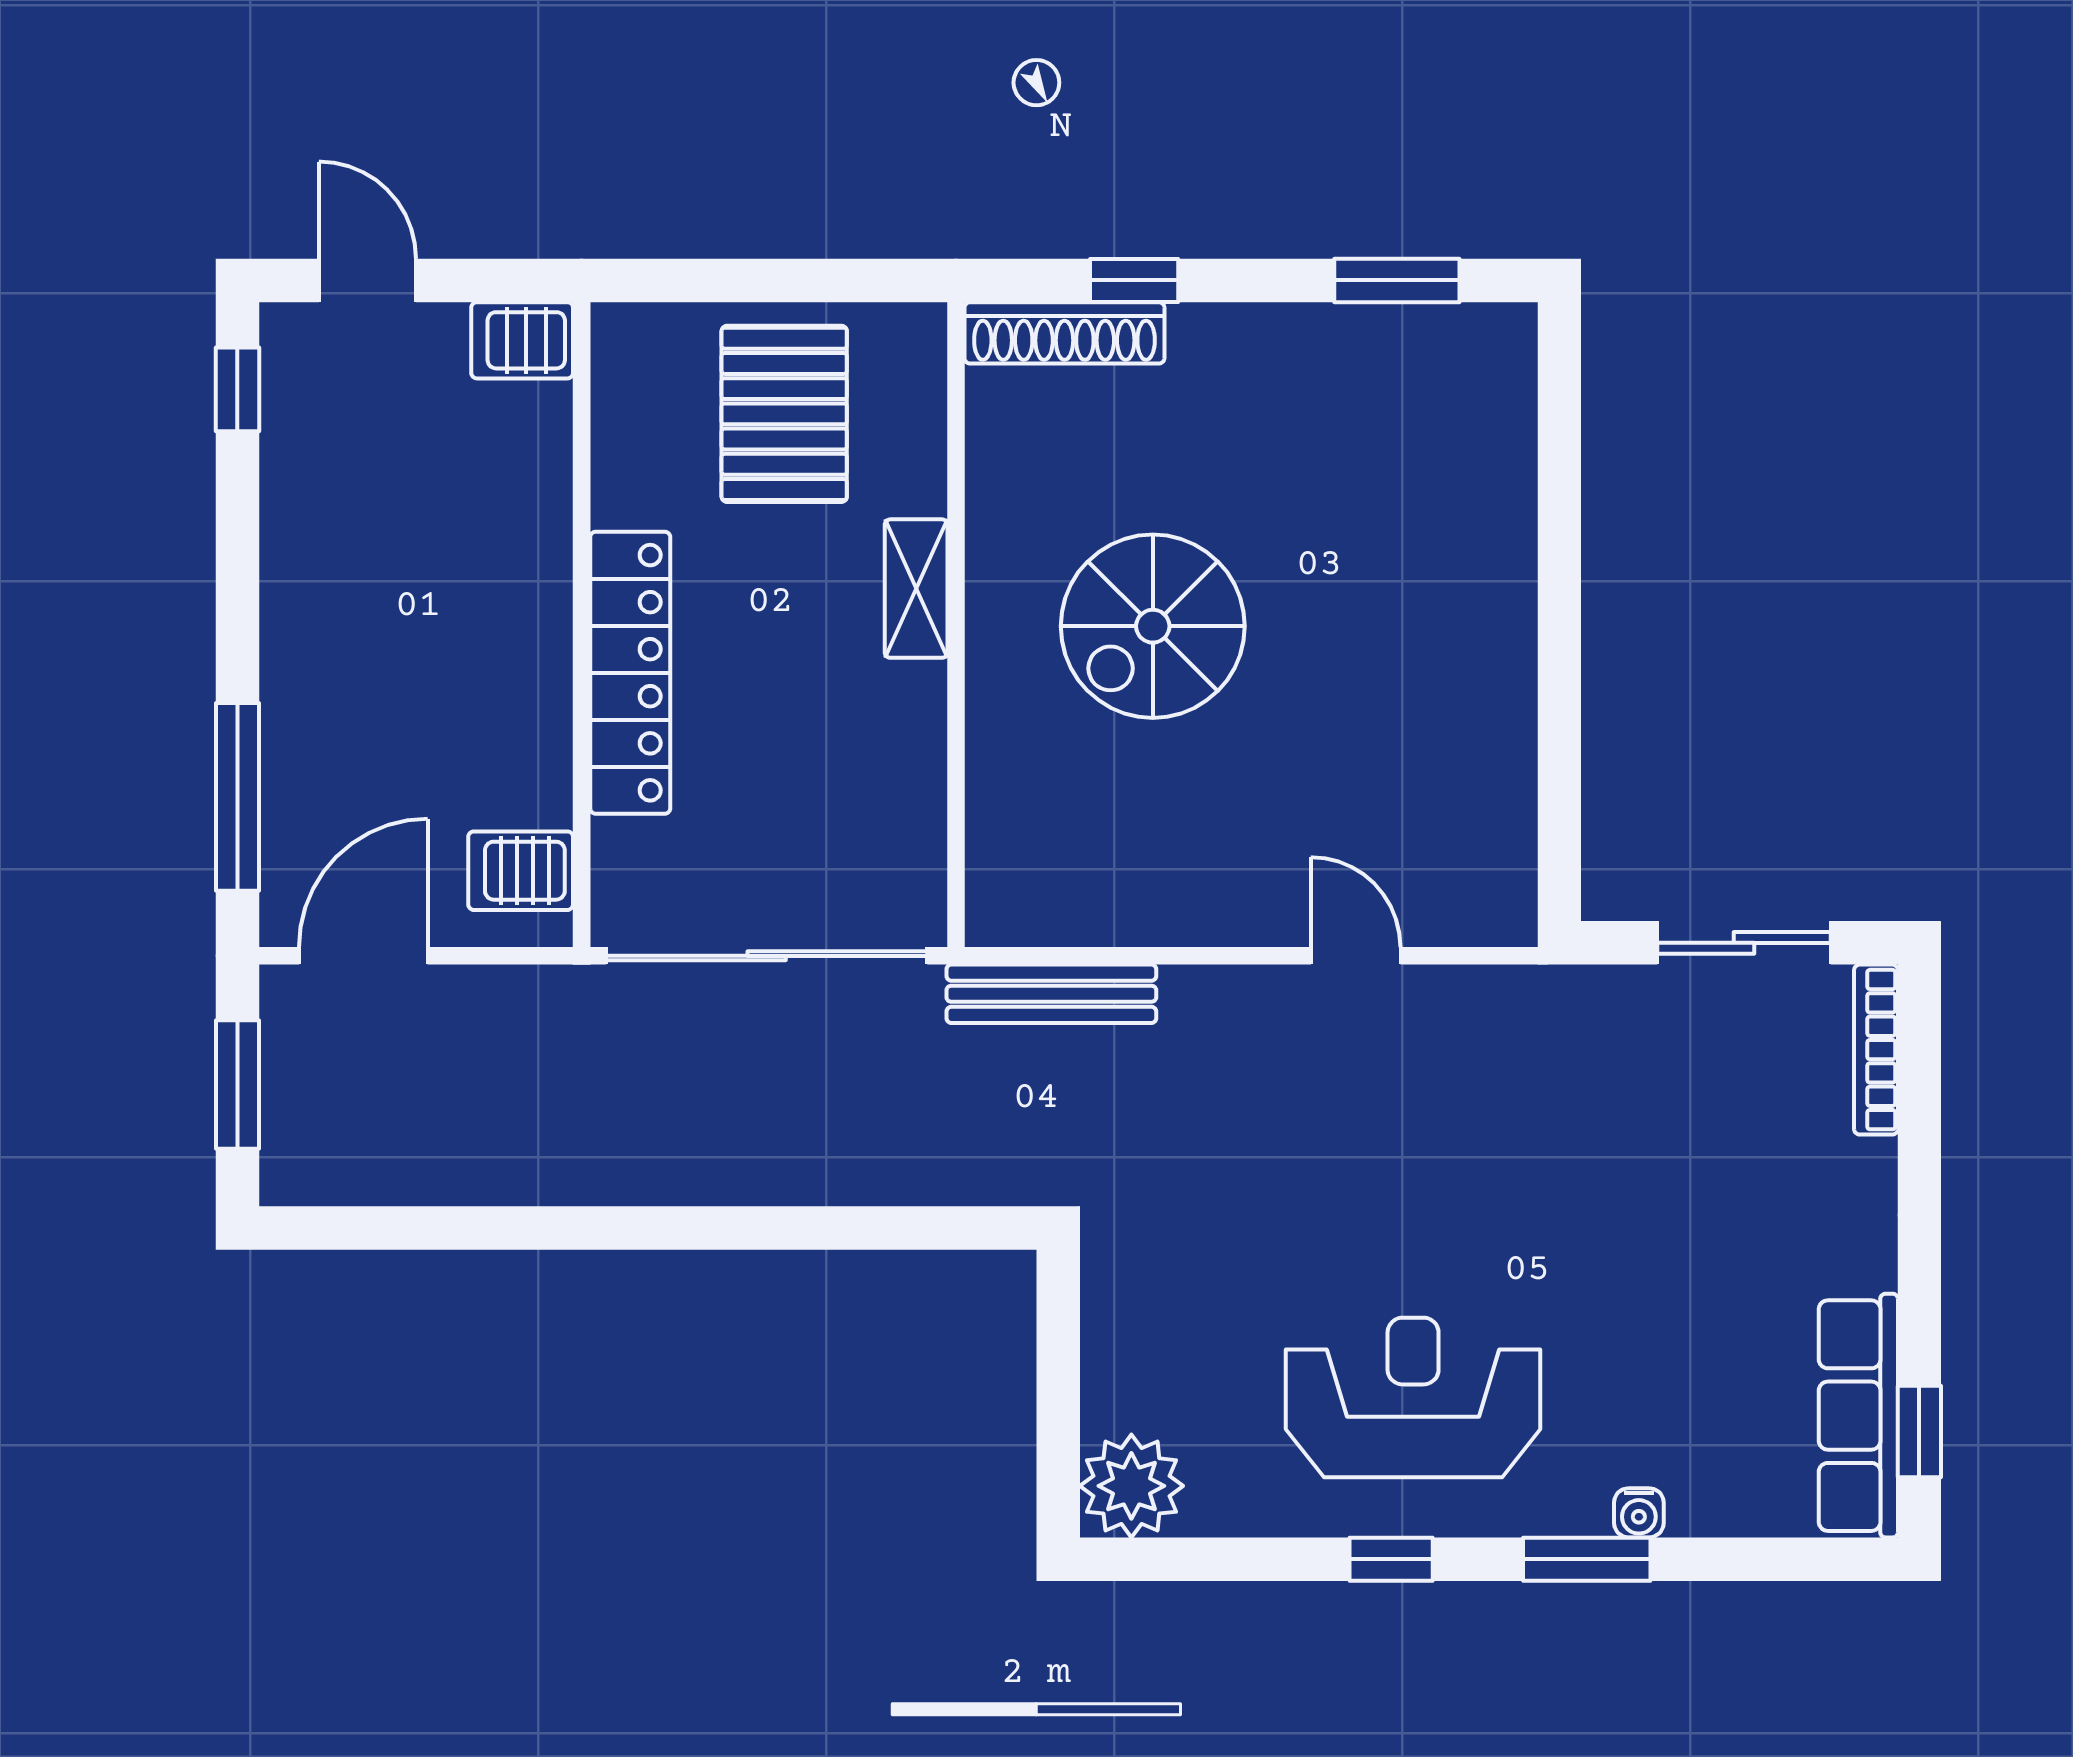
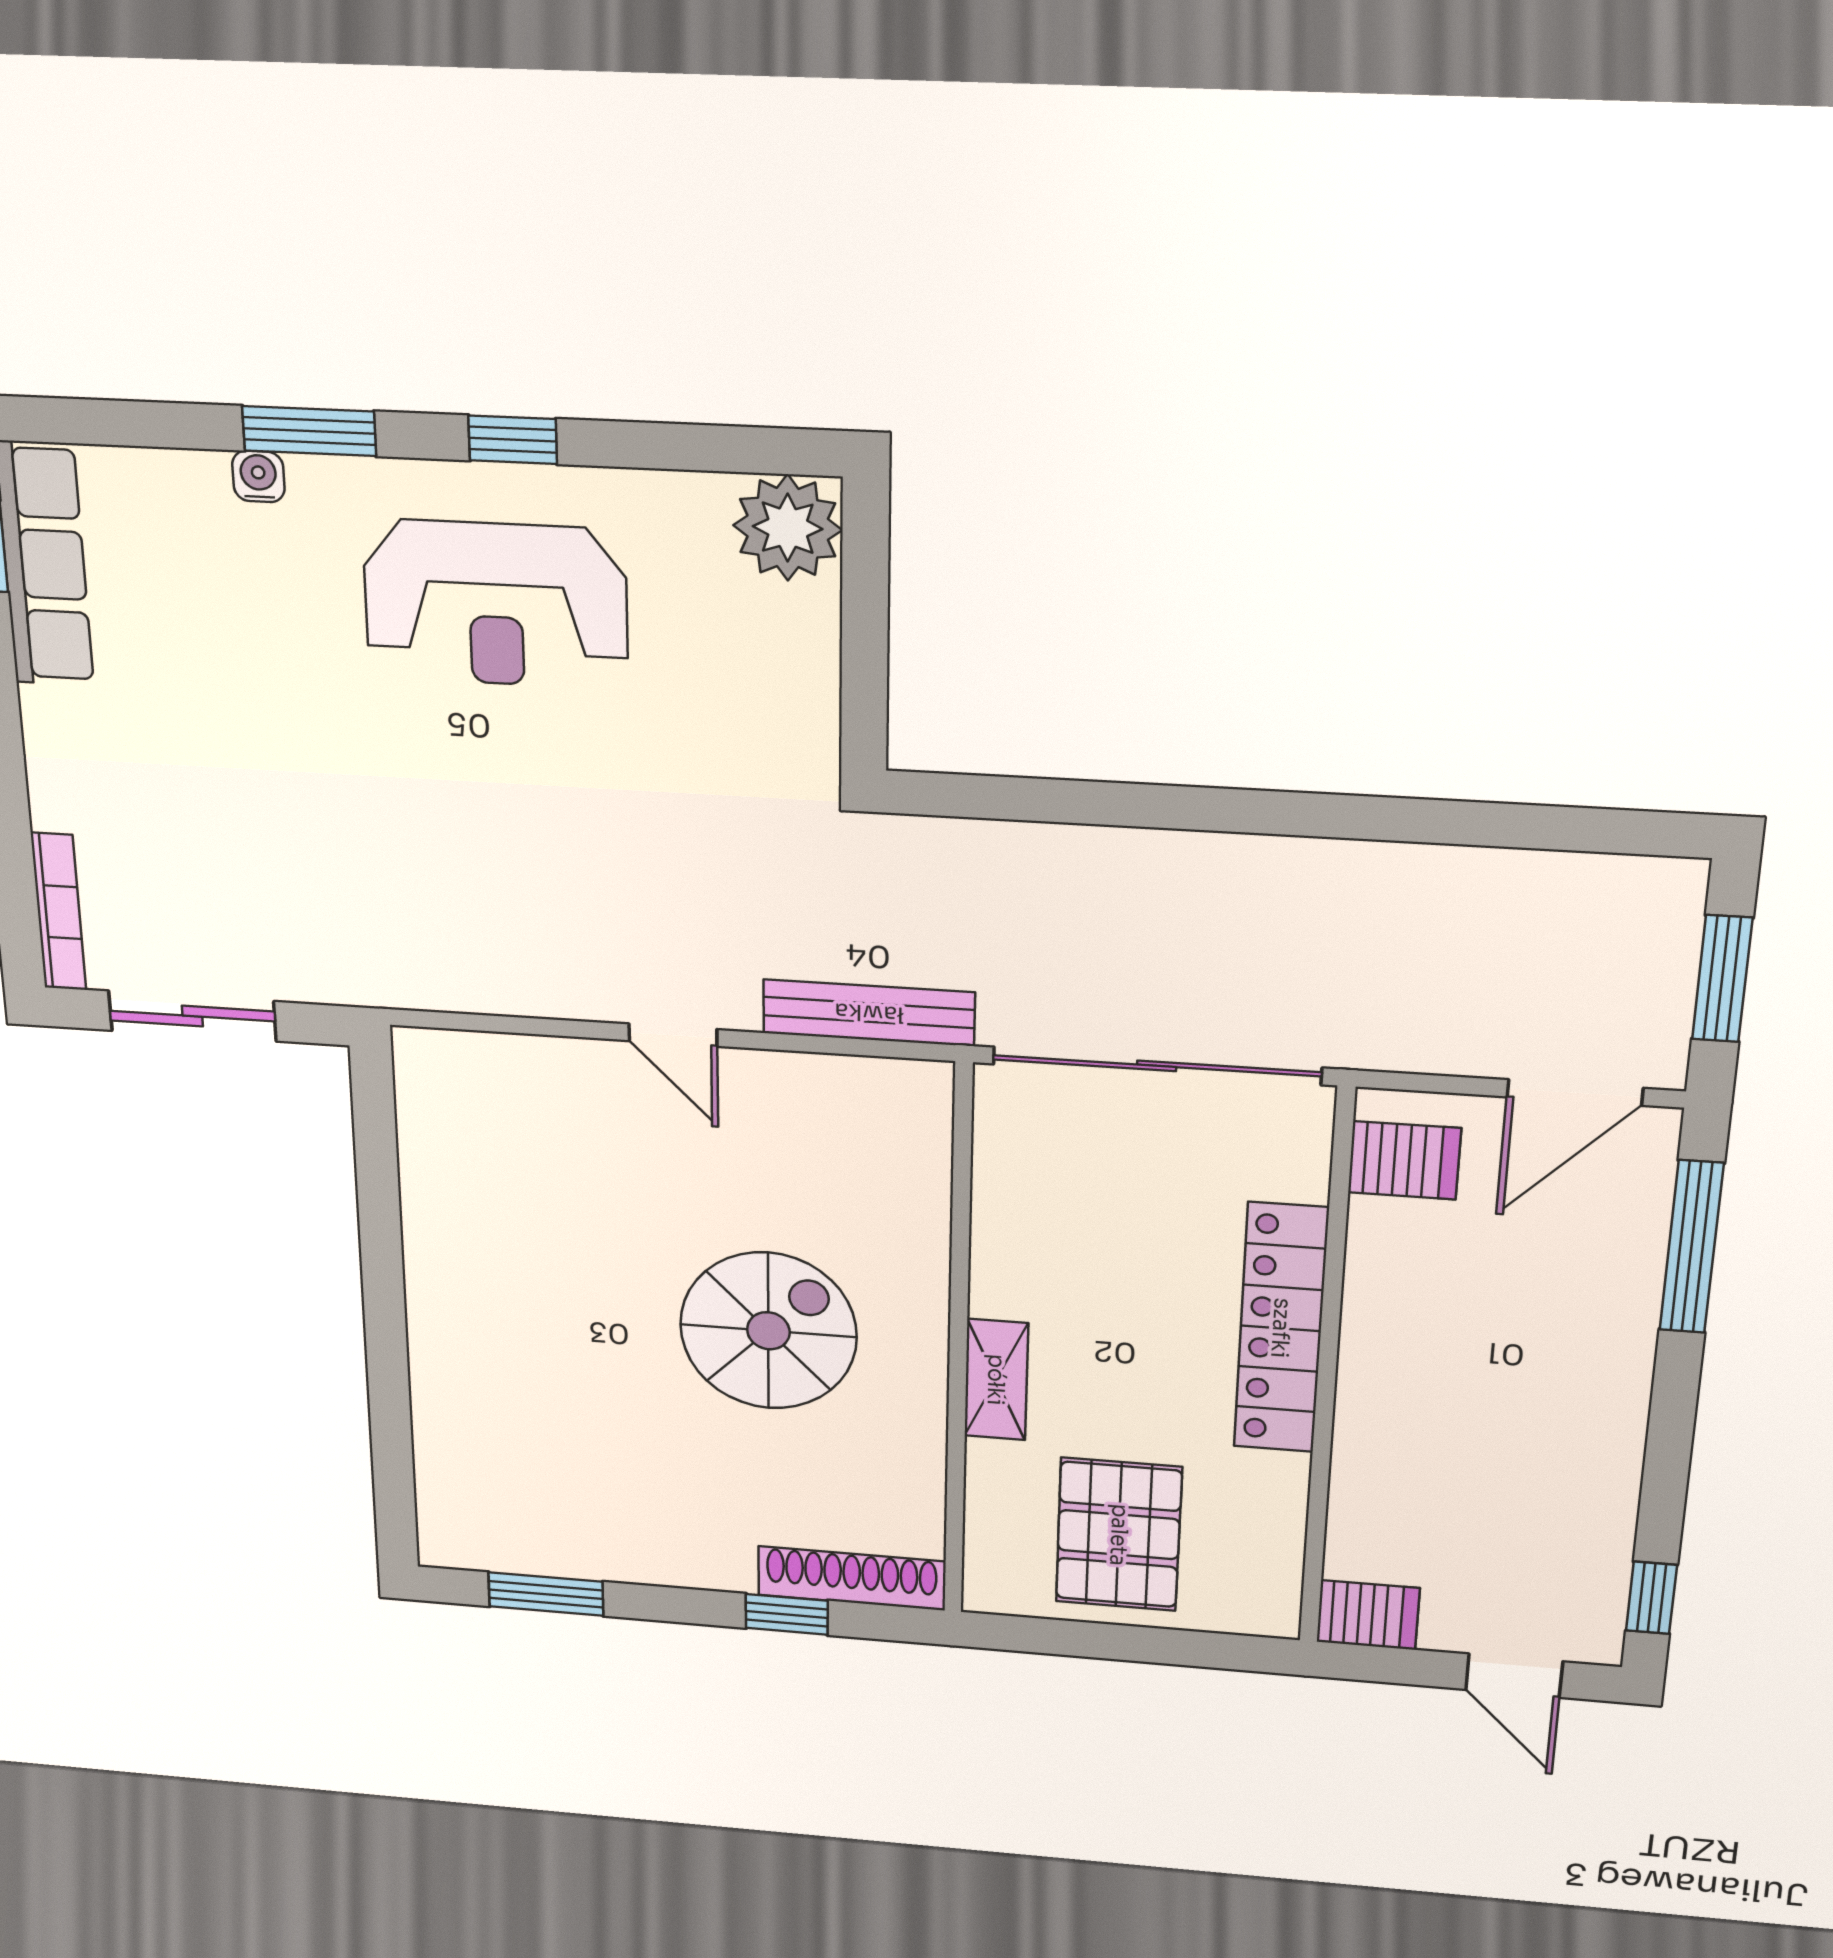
door: (1356, 956) -> (673, 1035), moved

